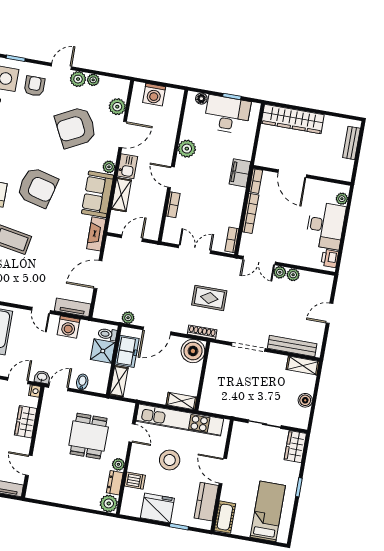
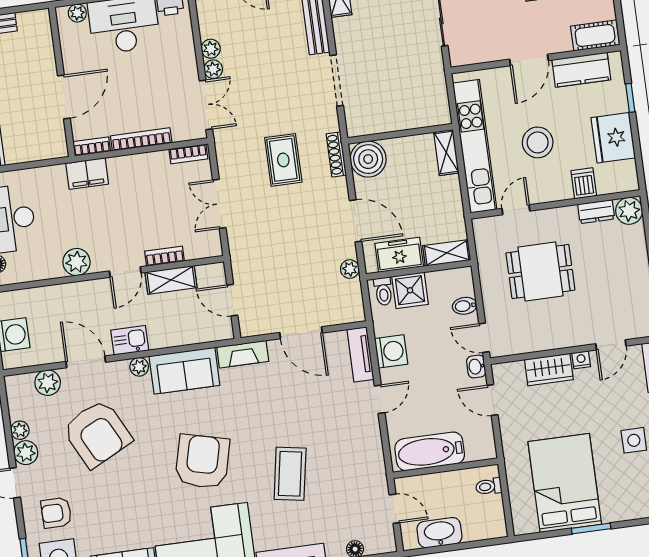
shelving: (121, 195) -> (171, 280), moved
nightstand: (35, 391) -> (581, 360), moved
plant: (118, 464) -> (568, 215), removed

